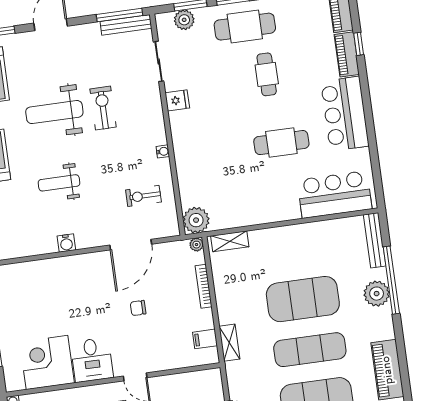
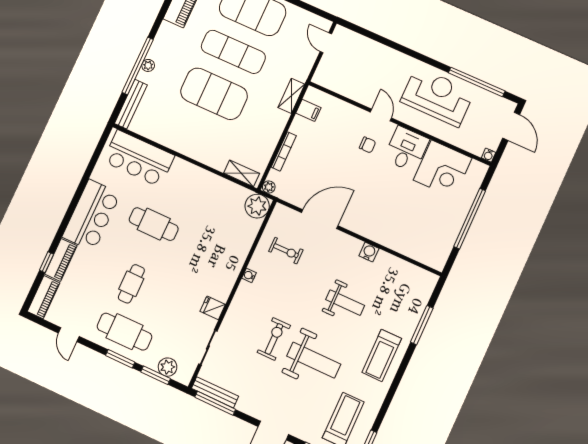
exercise bike: (103, 108) -> (274, 339), turned 180
plant: (377, 294) -> (148, 65), width x0.53, depth x0.53
chair: (138, 308) -> (368, 145), moved

